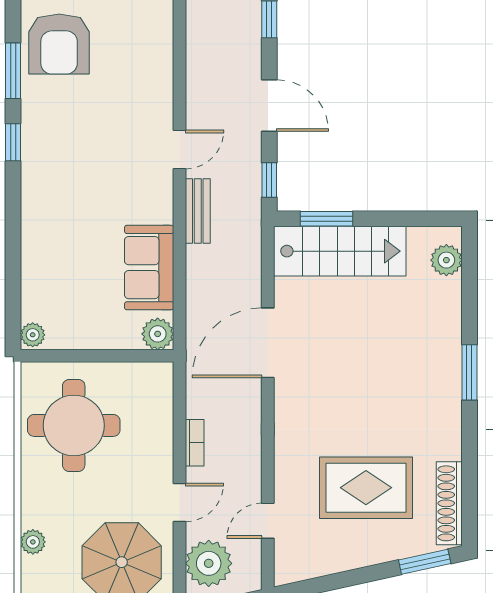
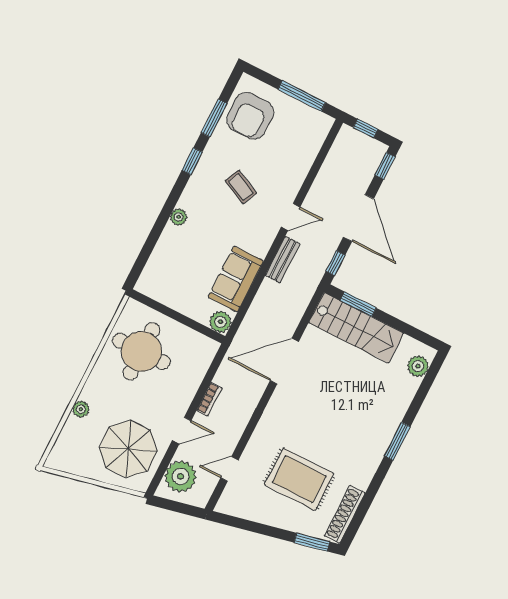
door: (269, 106) -> (358, 218), width x1.36
coffee table: (94, 143) -> (241, 187), added
plant: (33, 335) -> (179, 217), moved

